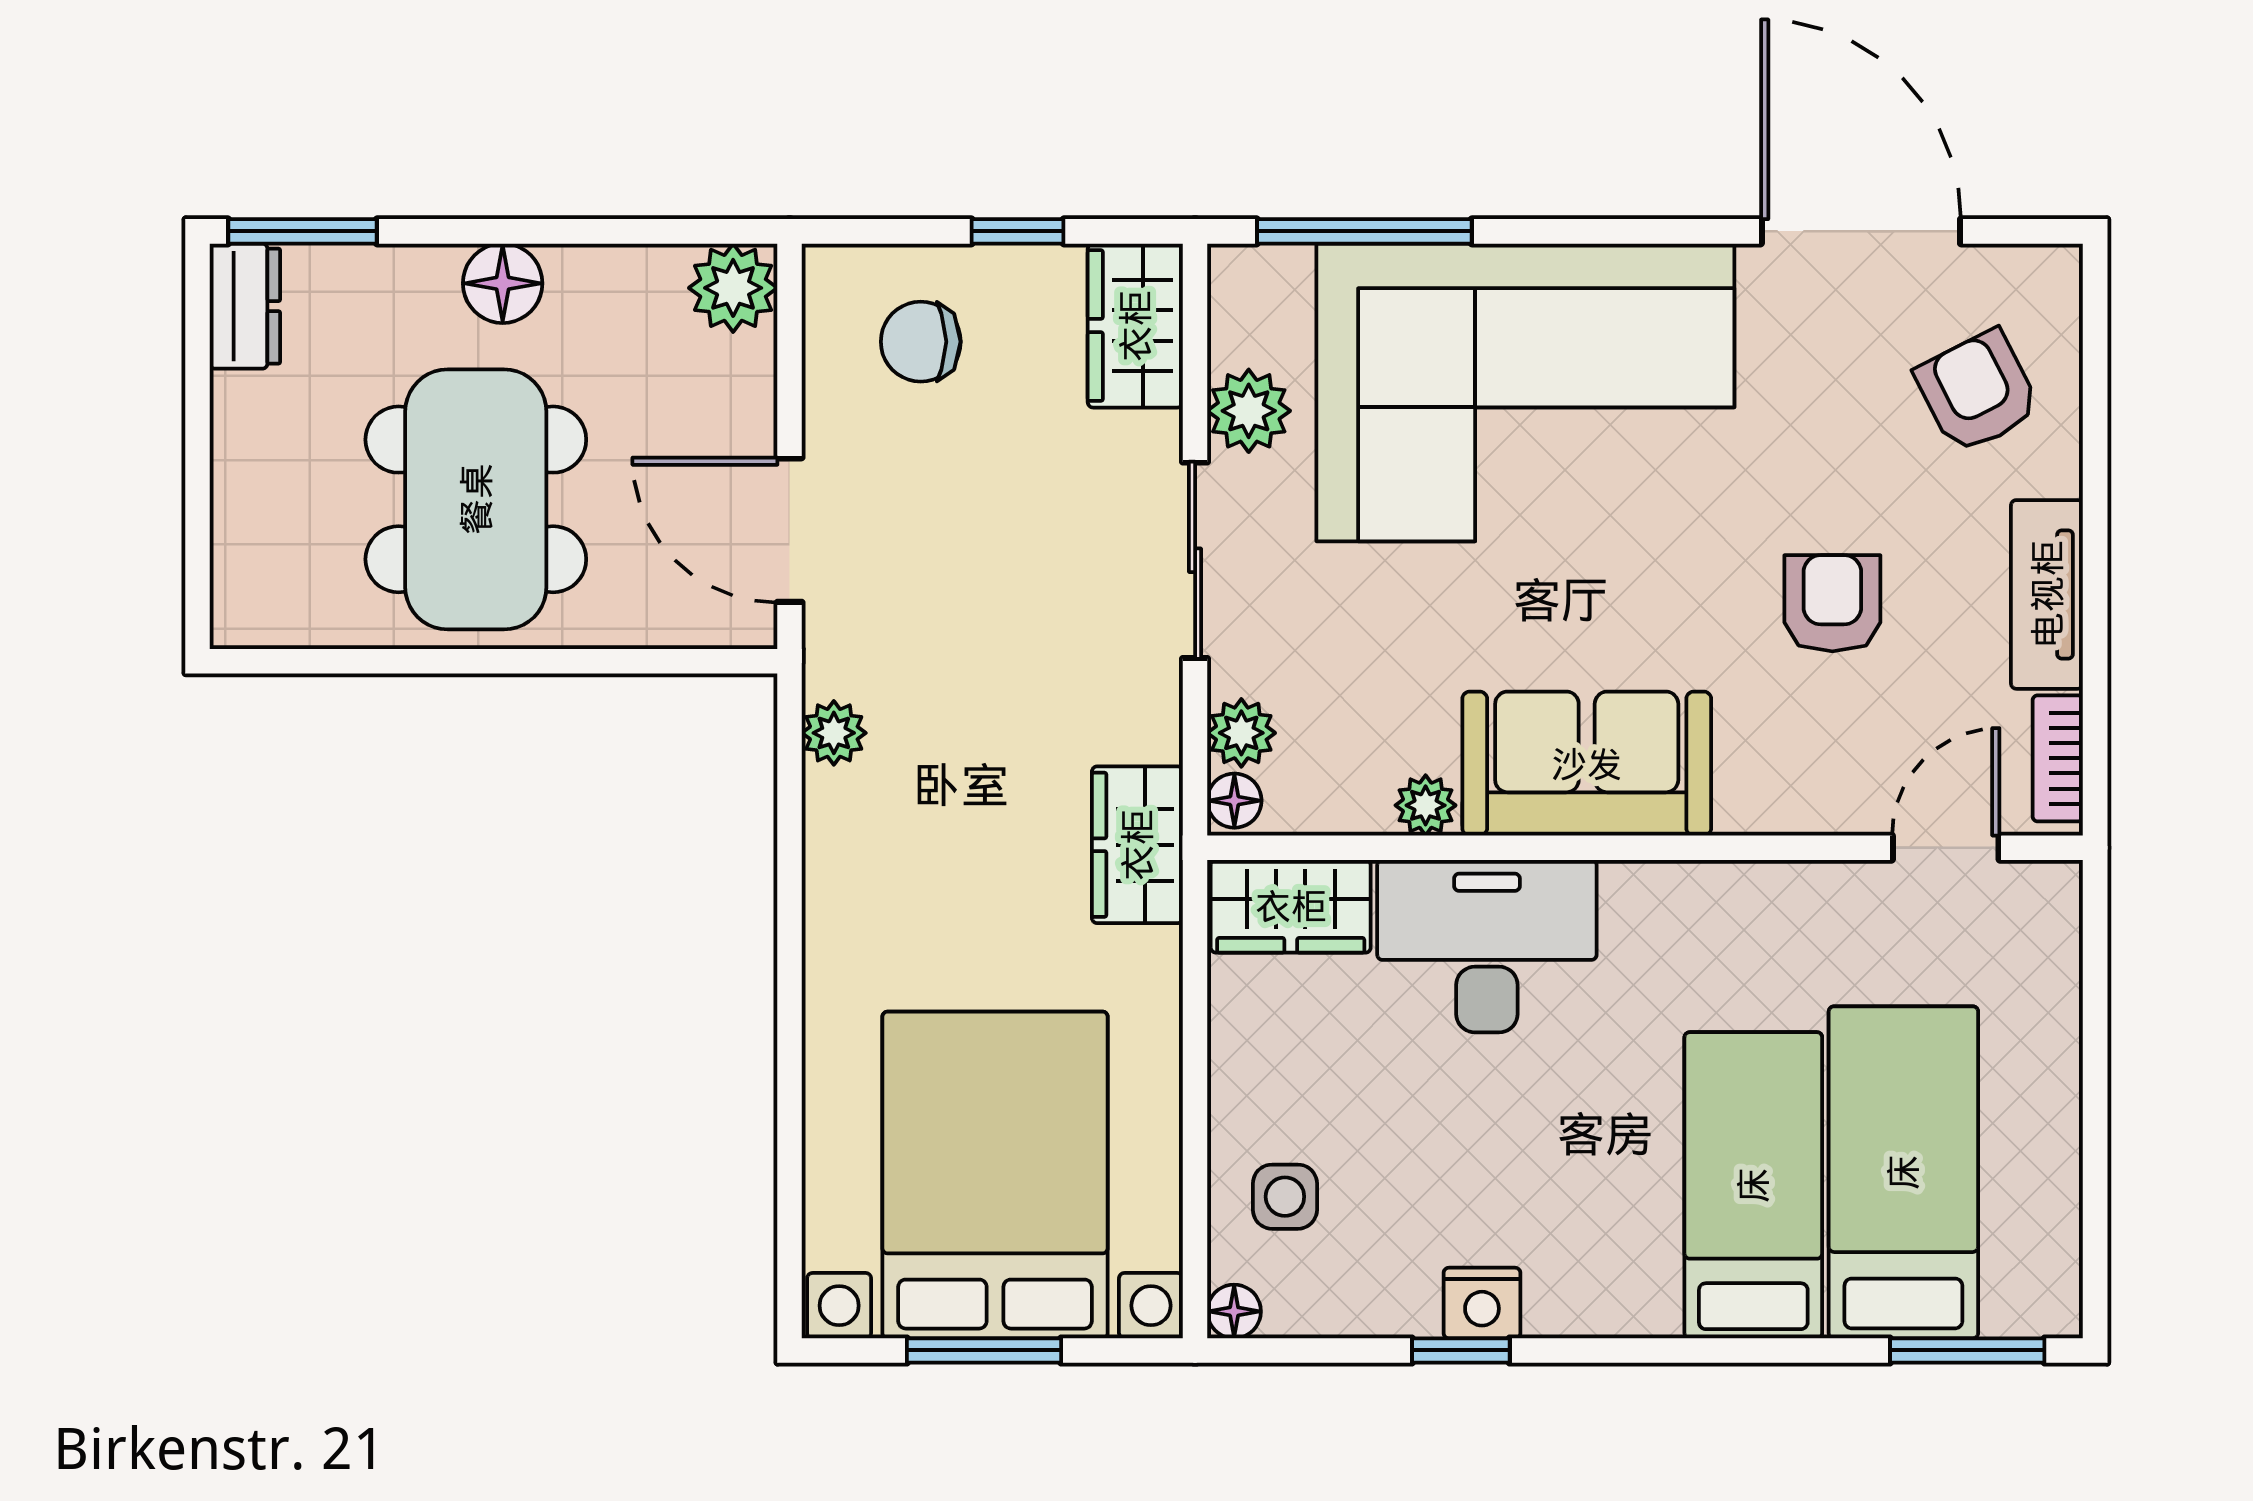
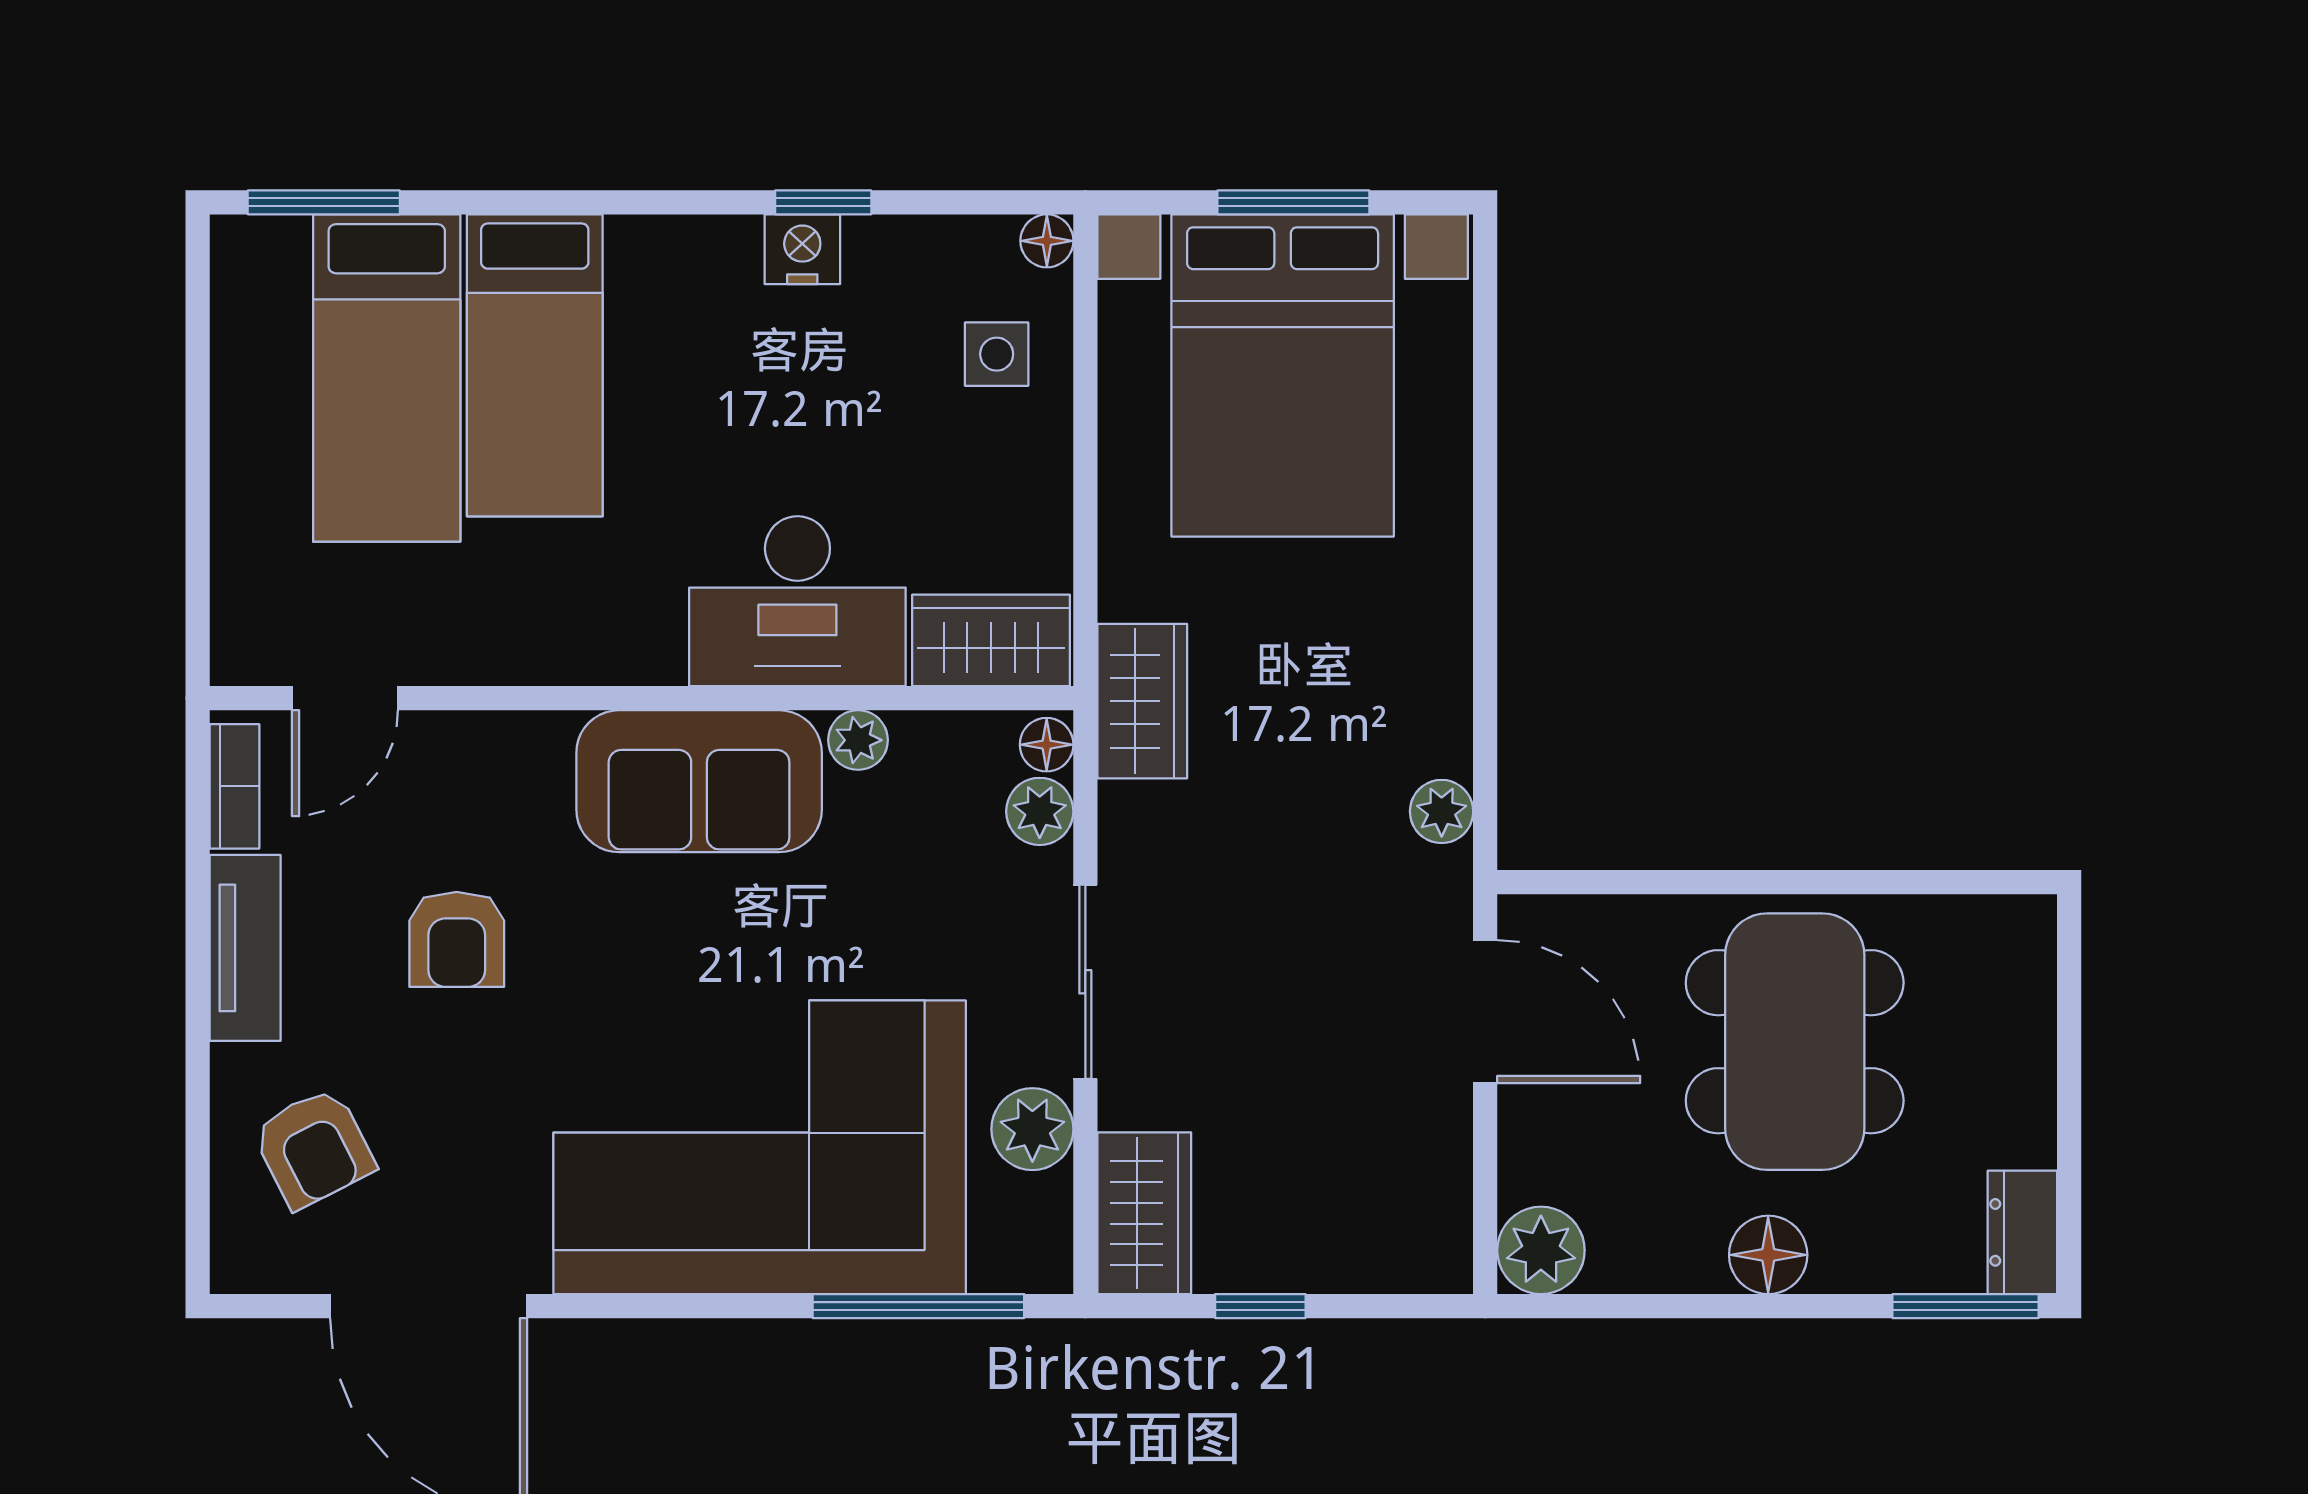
chair: (921, 342) -> (1356, 1197), removed

